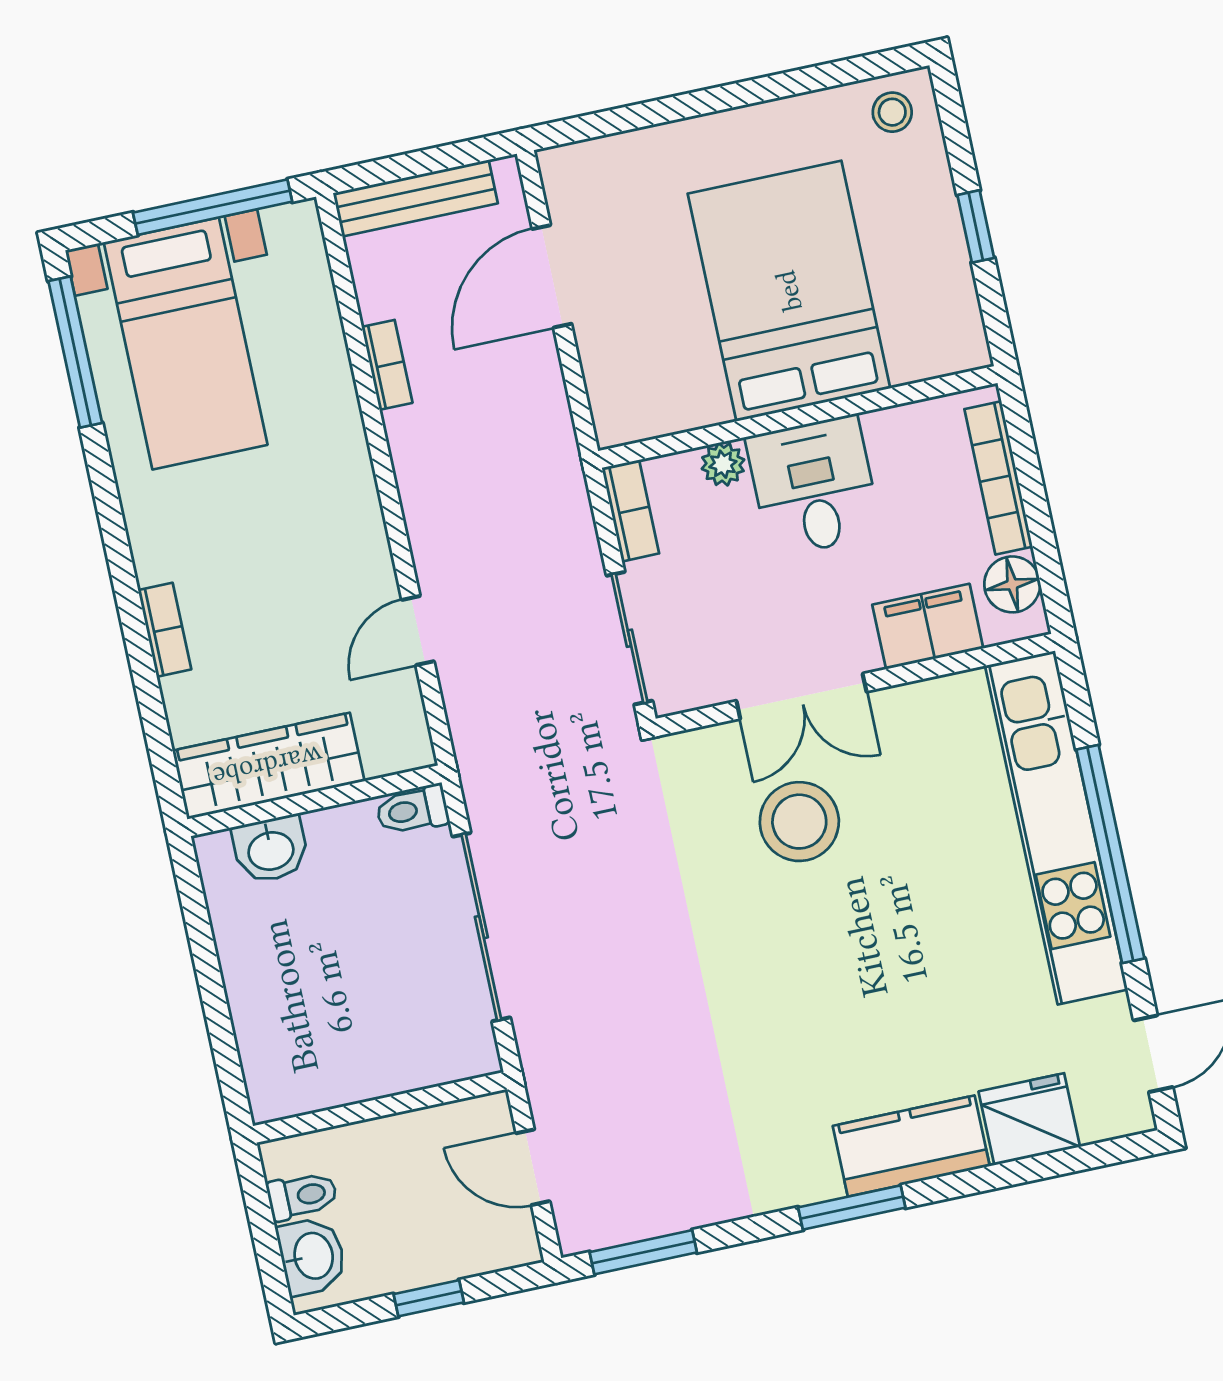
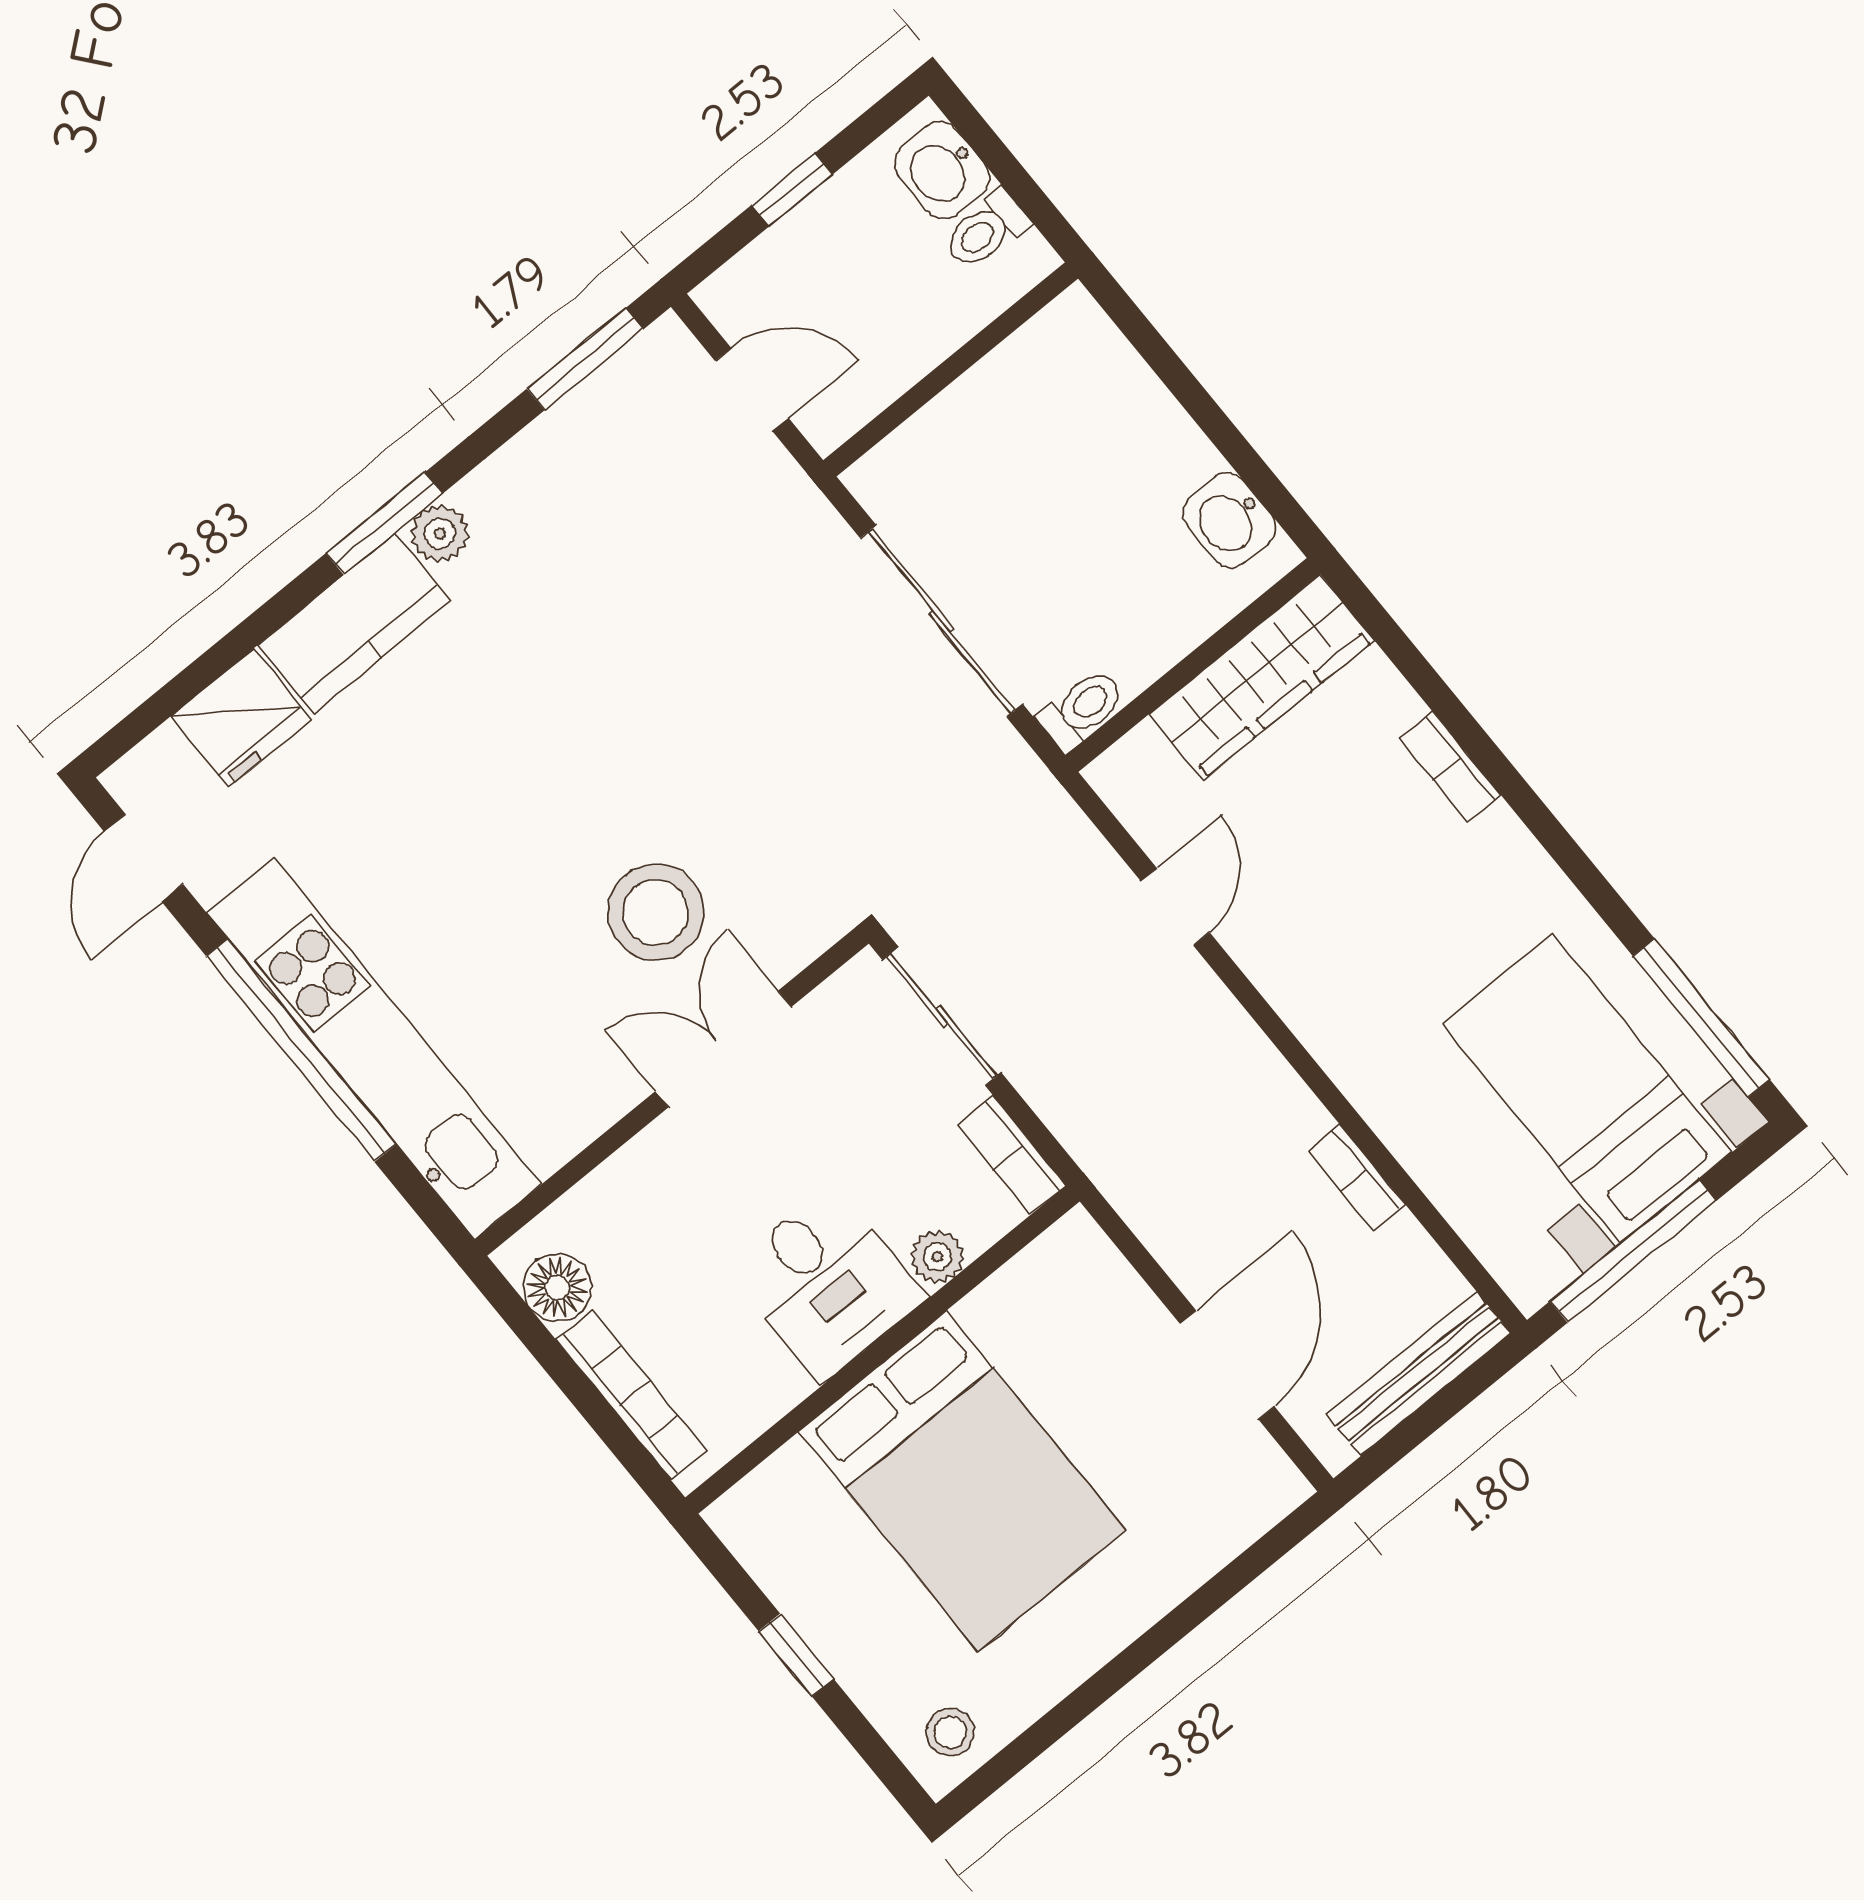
filing cabinet: (928, 627) -> (625, 1195), removed
washbasin: (271, 849) -> (1229, 520), moved, turned -90
plant: (815, 1179) -> (440, 534), added

